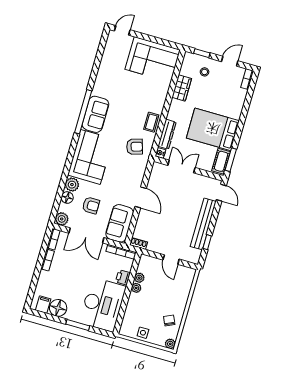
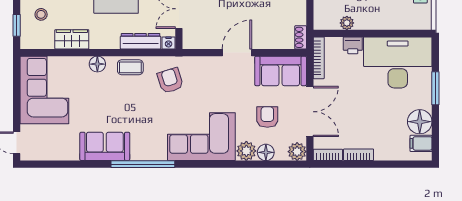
floor lamp: (160, 100) -> (97, 64), added
sofa: (95, 114) -> (105, 146), moved
plant: (136, 288) -> (362, 23), removed

